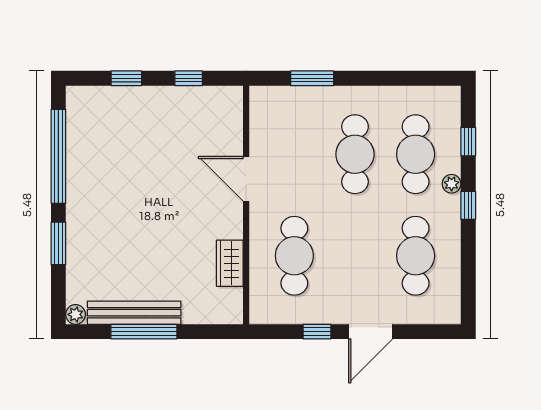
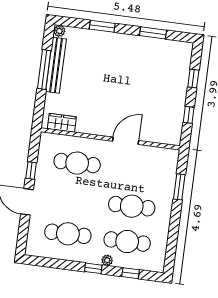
window: (58, 156) -> (153, 33), width x0.47
wardrobe: (230, 263) -> (62, 123), moved

